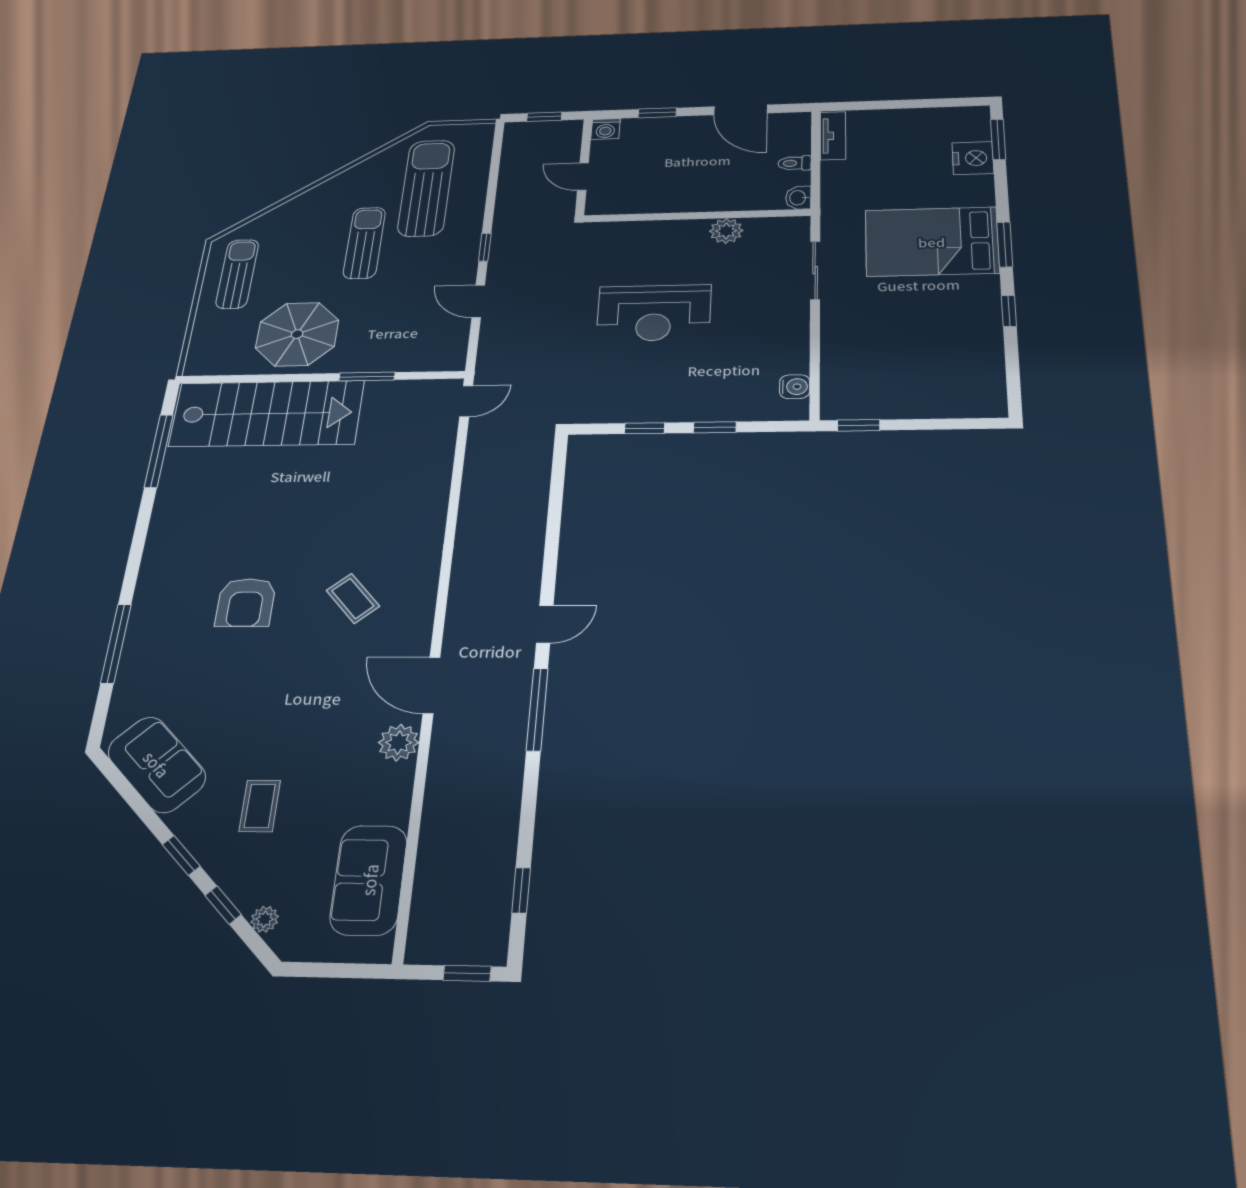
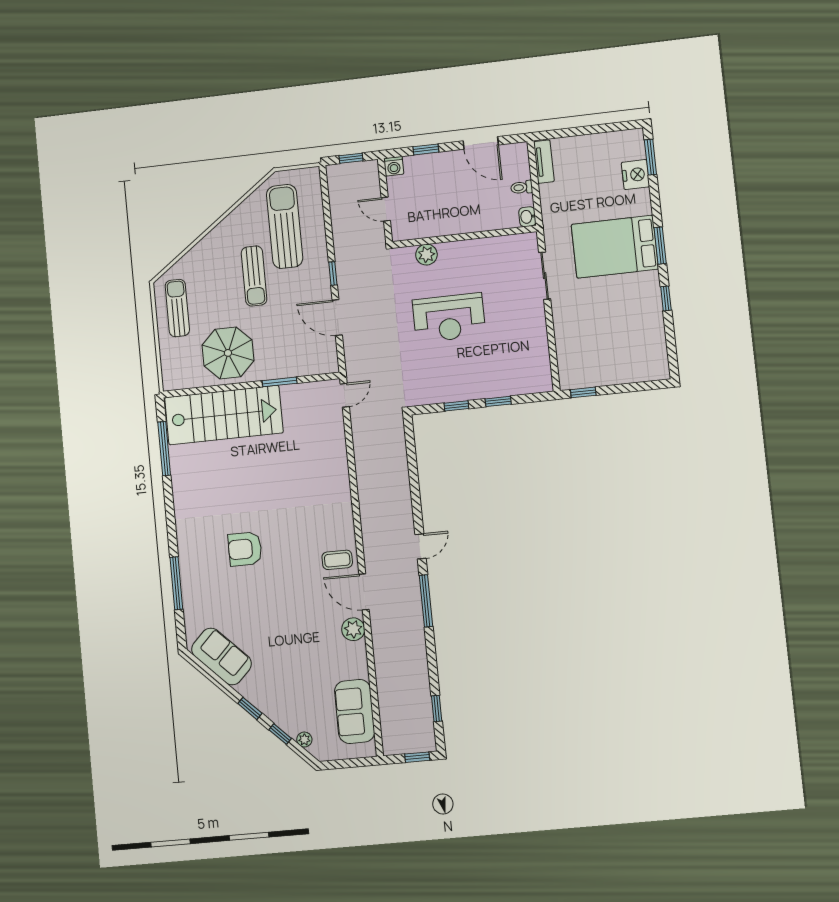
plant: (726, 231) -> (426, 255), moved
sun lounger: (364, 243) -> (254, 276), turned 180
door: (478, 301) -> (337, 318), width x1.38
water cooler: (795, 387) -> (542, 367), removed
coffee table: (353, 598) -> (337, 560), moved, turned -49
armchair: (246, 602) -> (245, 549), turned 90
coffee table: (260, 806) -> (285, 675), removed

